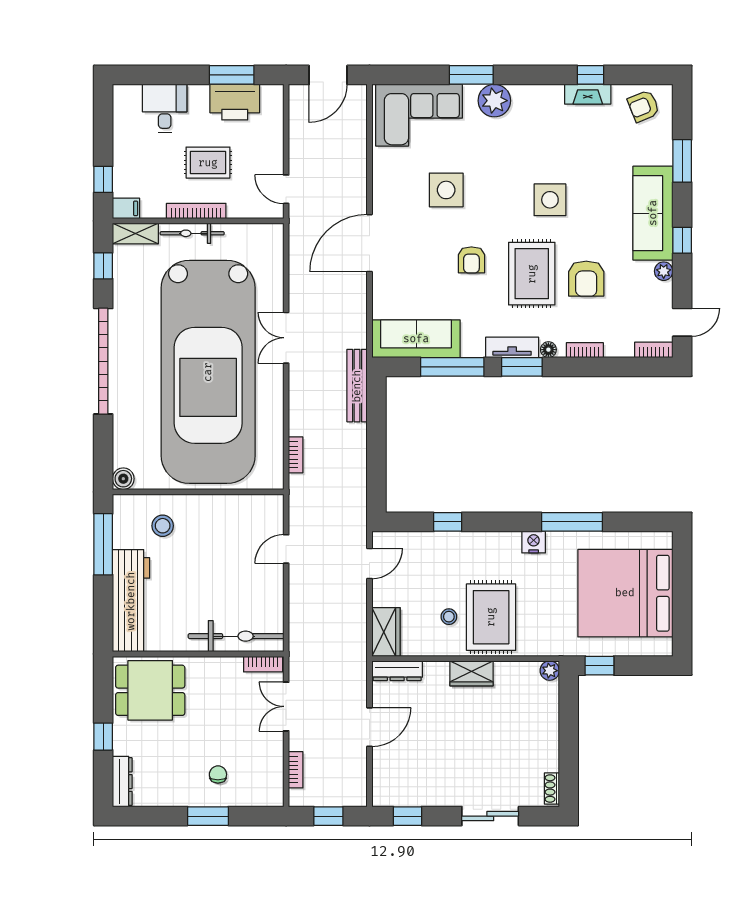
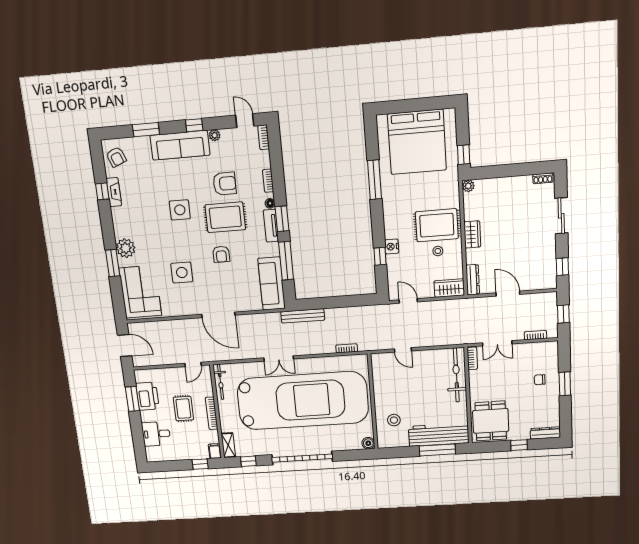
bicycle: (192, 233) -> (221, 382), moved
armchair: (471, 260) -> (221, 254), turned 90
nightstand: (534, 542) -> (392, 247), moved
window: (103, 544) -> (437, 450), moved

